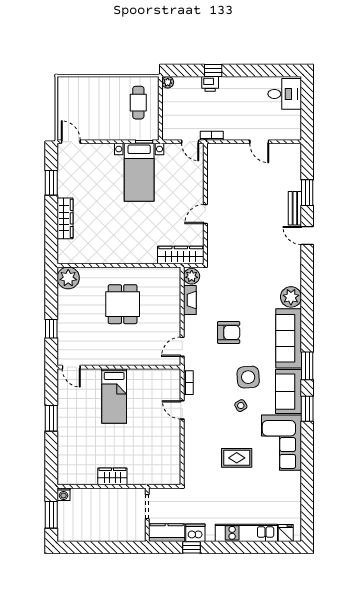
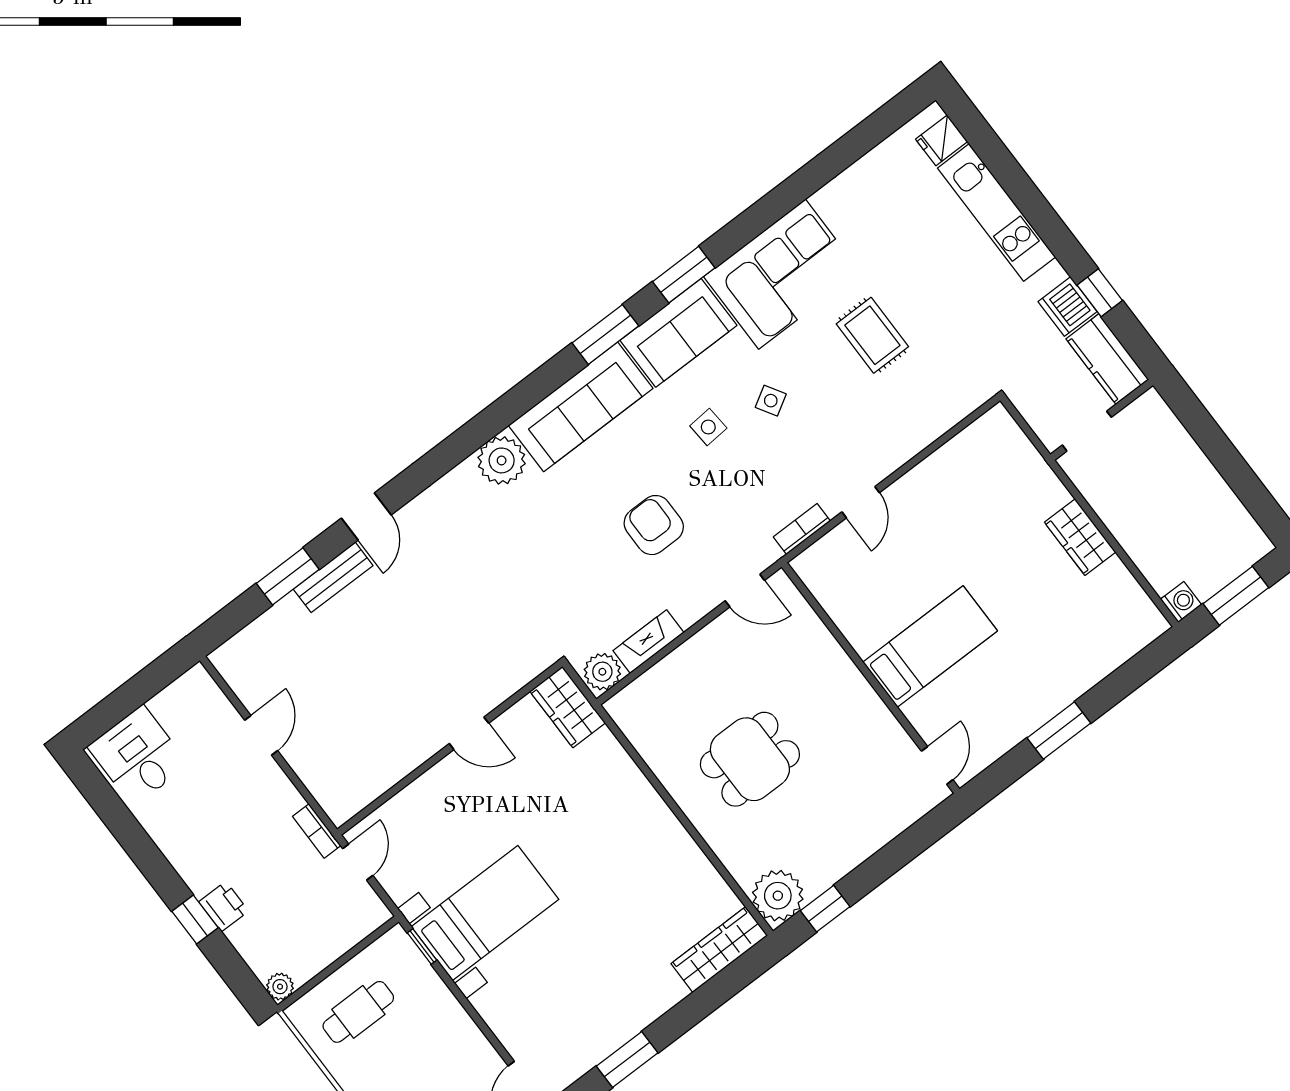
wardrobe: (65, 218) -> (719, 950), moved
wardrobe: (181, 255) -> (568, 707), width x0.67
window: (51, 329) -> (825, 909), moved
side table: (248, 377) -> (708, 427), width x0.54, depth x0.54

